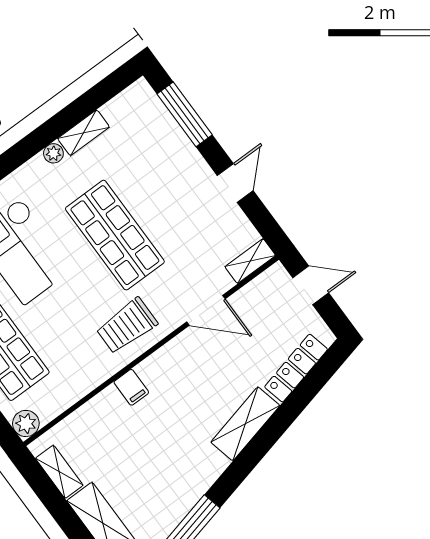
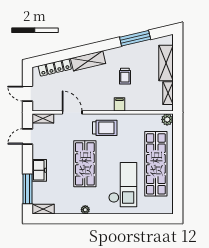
shelving: (84, 133) -> (43, 209), moved
freezer: (188, 163) -> (39, 170), added
door: (235, 183) -> (27, 137), moved
trolley: (159, 445) -> (125, 76), added

